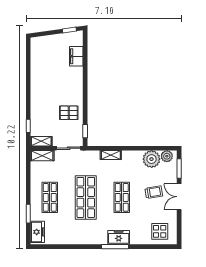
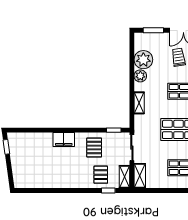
filing cabinet: (76, 56) -> (64, 139), moved
pallet: (43, 119) -> (101, 175), added
plant: (167, 156) -> (140, 76), moved

